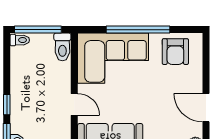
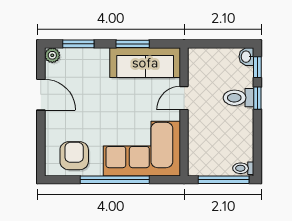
toilet: (62, 47) -> (239, 98), moved, turned -90
door: (74, 105) -> (184, 98), hinge flipped

